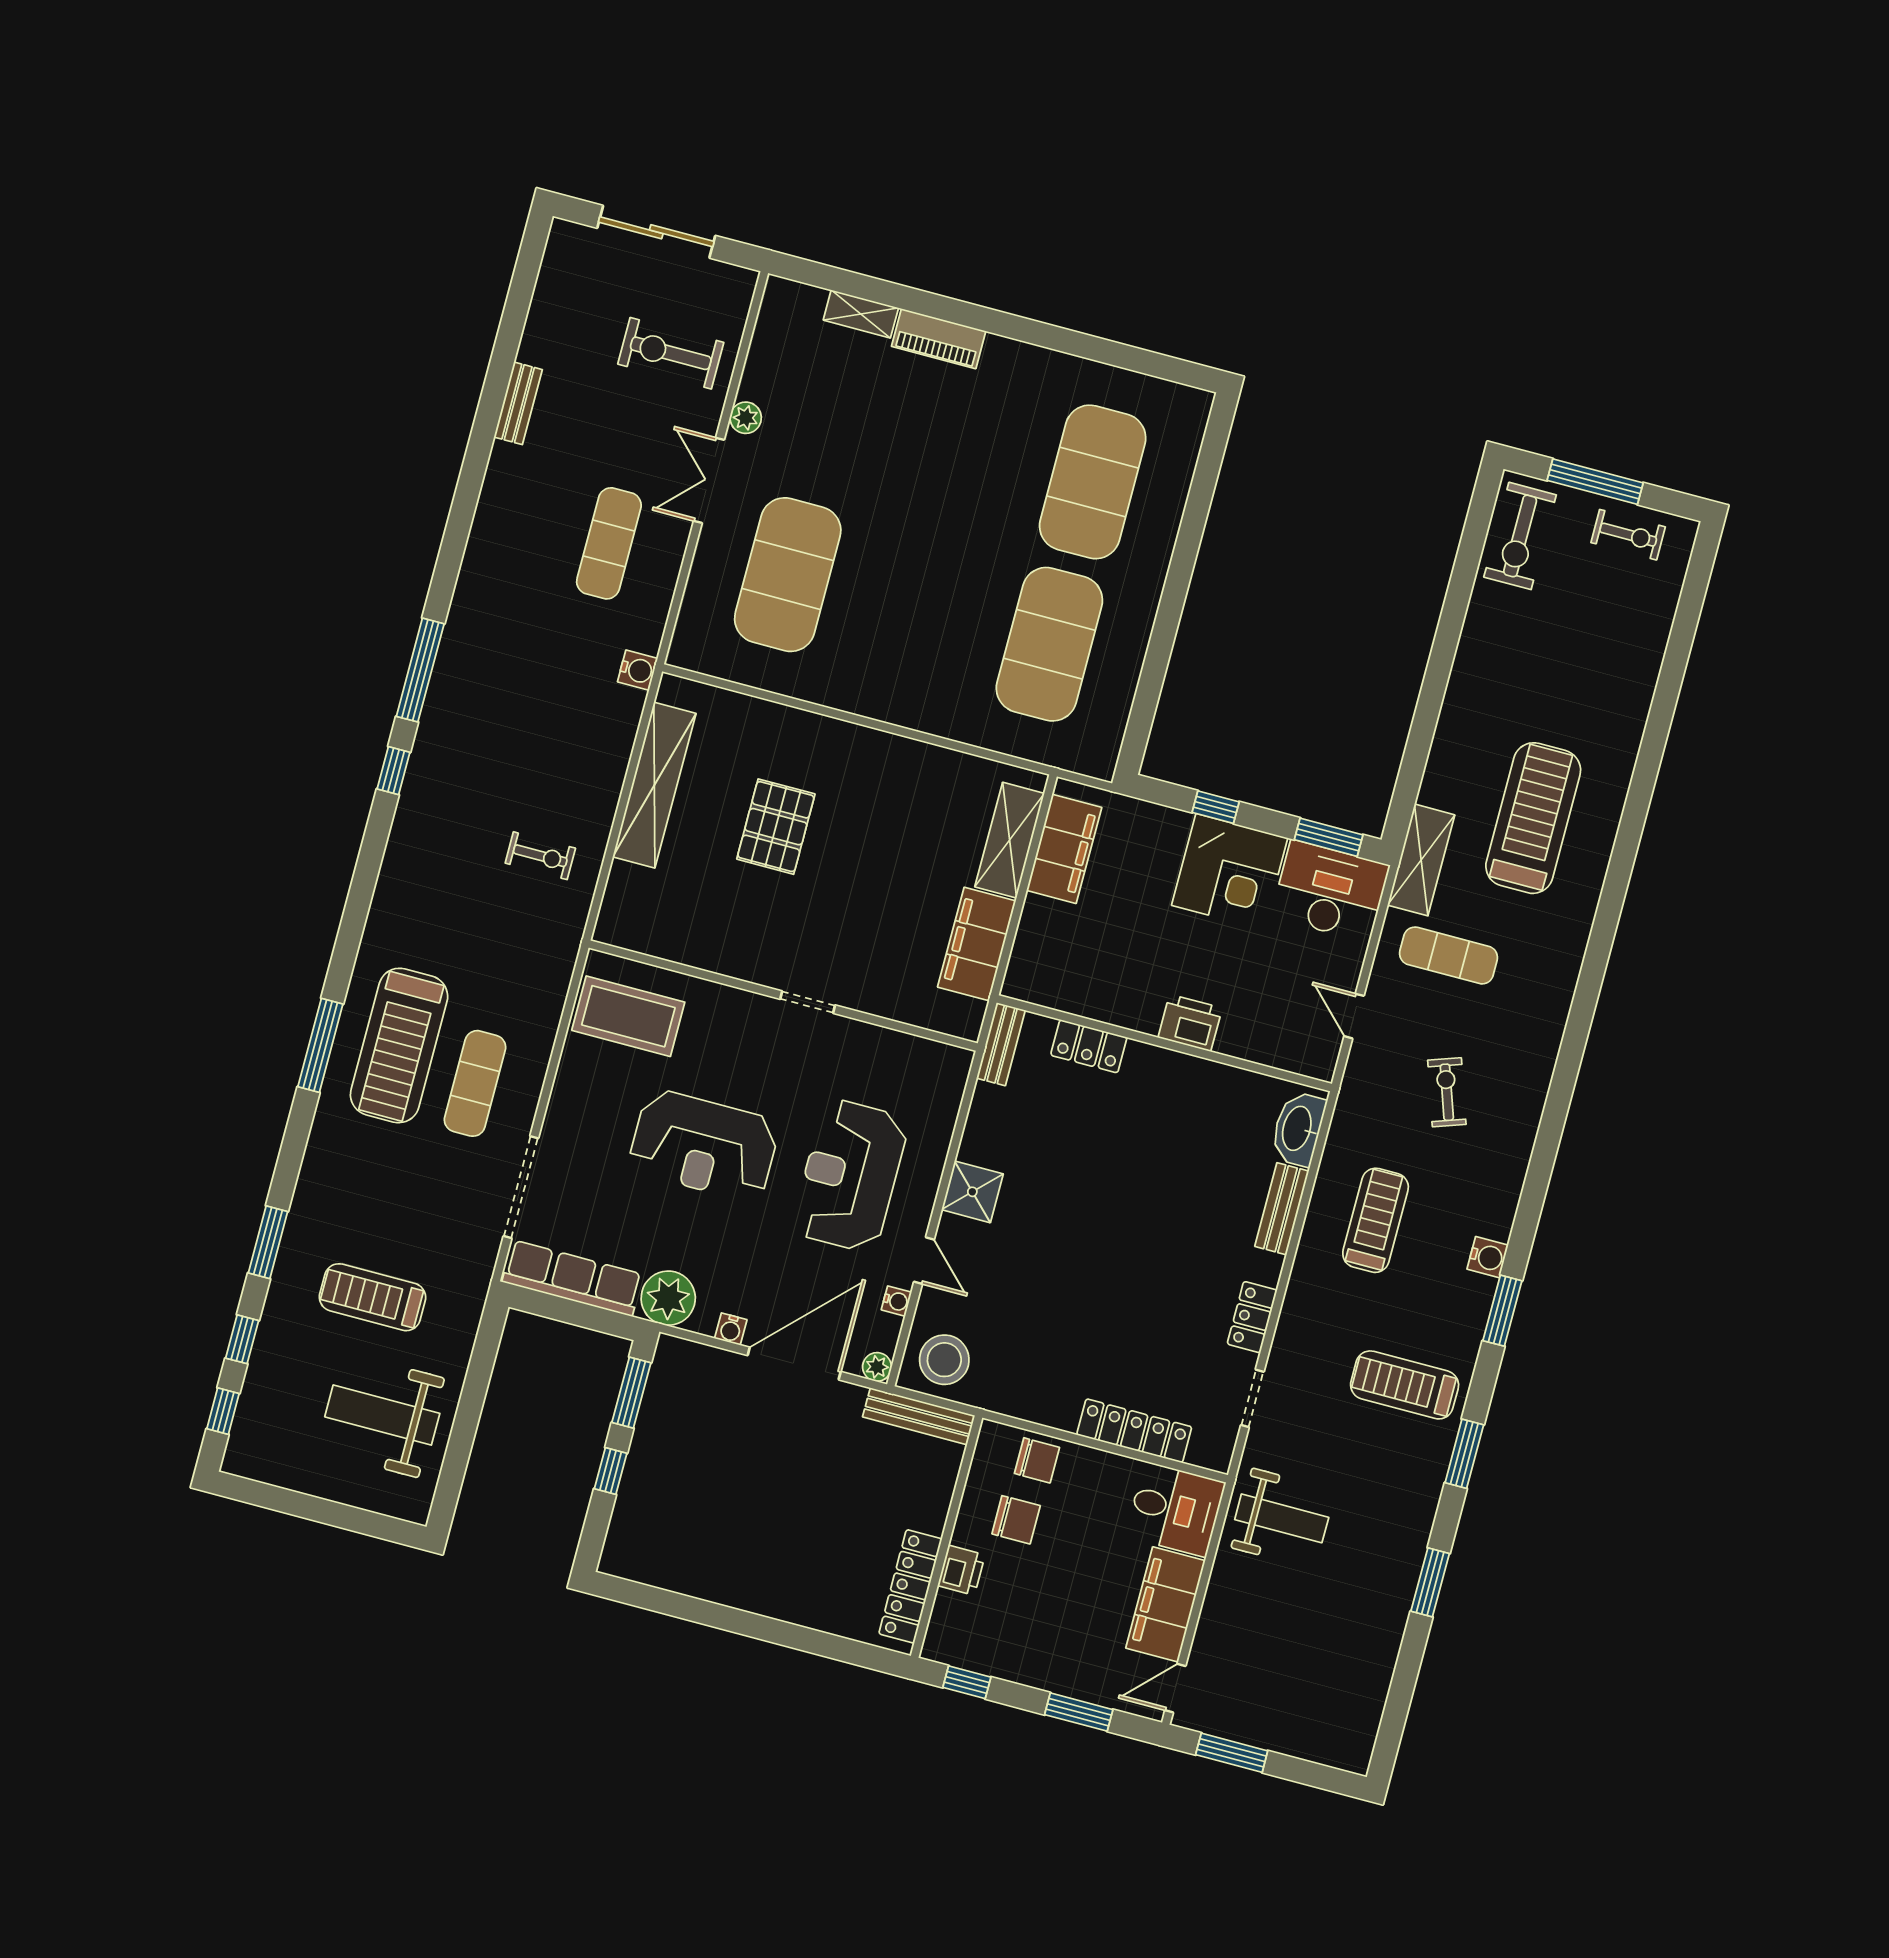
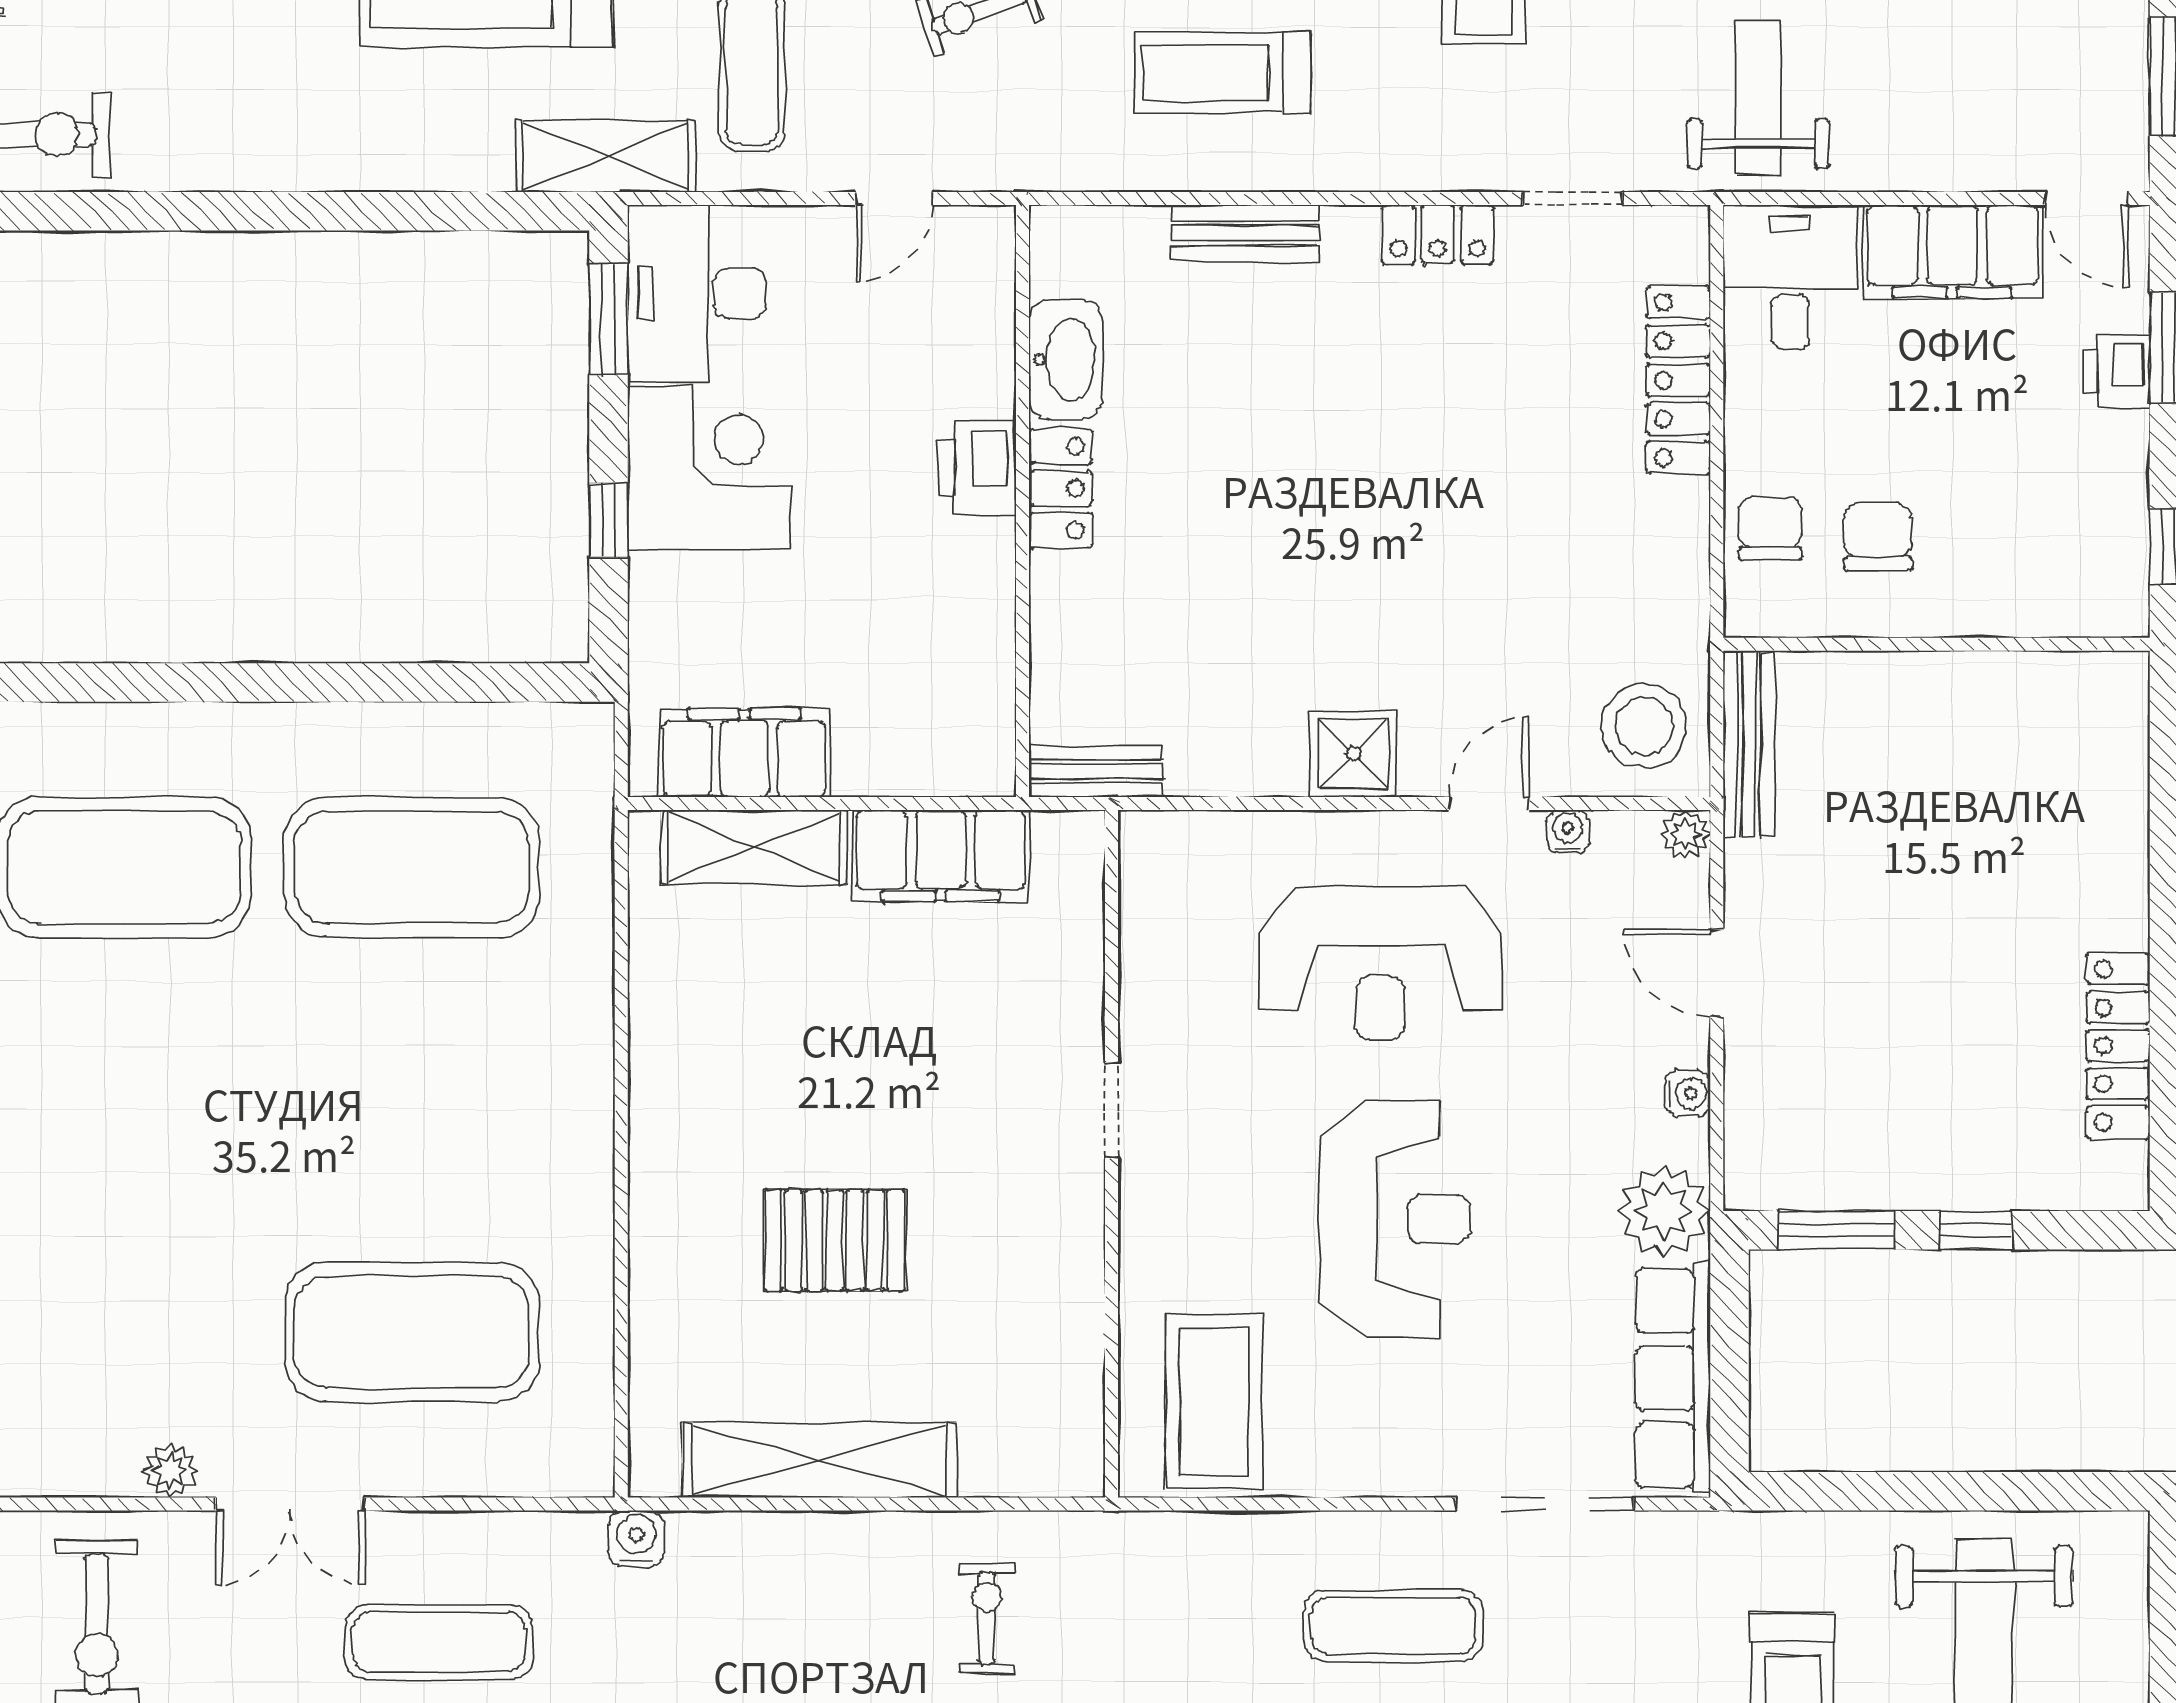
locker: (1089, 1046) -> (1061, 488), moved
washbasin: (1298, 1129) -> (1066, 360), moved, turned -90
door: (794, 1364) -> (1717, 973), width x0.53
printer: (961, 1570) -> (2117, 371), moved, turned -90
locker: (910, 1586) -> (2118, 1046), moved, turned 90

